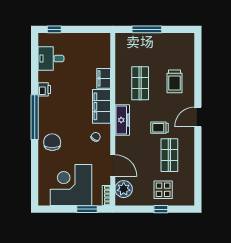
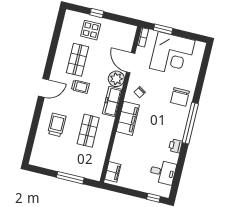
filing cabinet: (104, 78) -> (113, 172), moved
plant: (124, 189) -> (116, 79), moved

